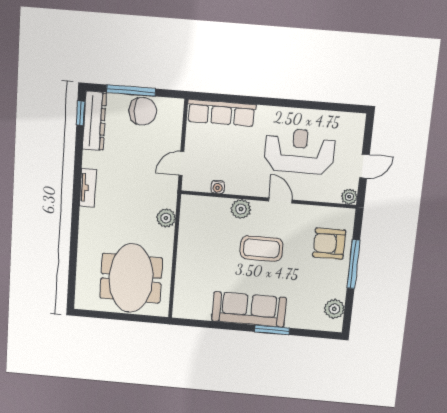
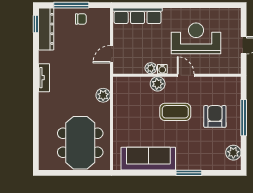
chair: (143, 111) -> (81, 19), width x0.54, depth x0.54
water cooler: (218, 187) -> (162, 69), moved
plant: (349, 197) -> (151, 68), moved
armchair: (329, 244) -> (215, 116), moved, turned 90
sofa: (249, 309) -> (148, 159), moved

